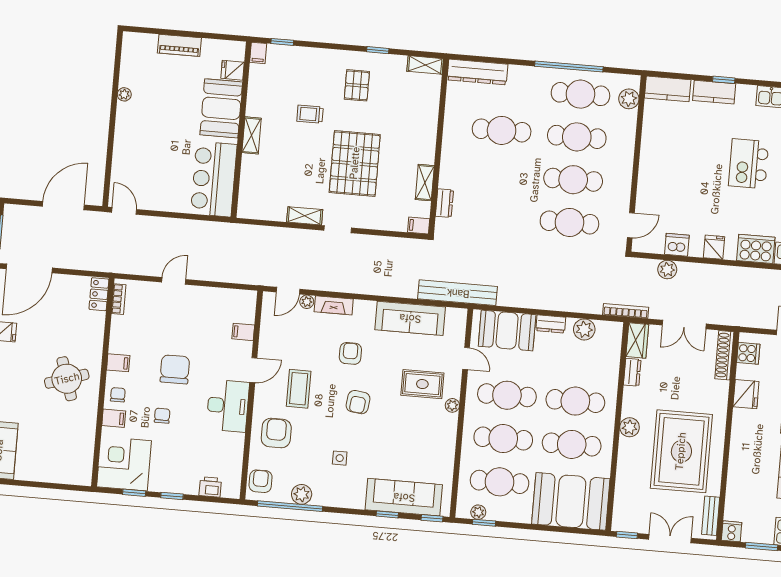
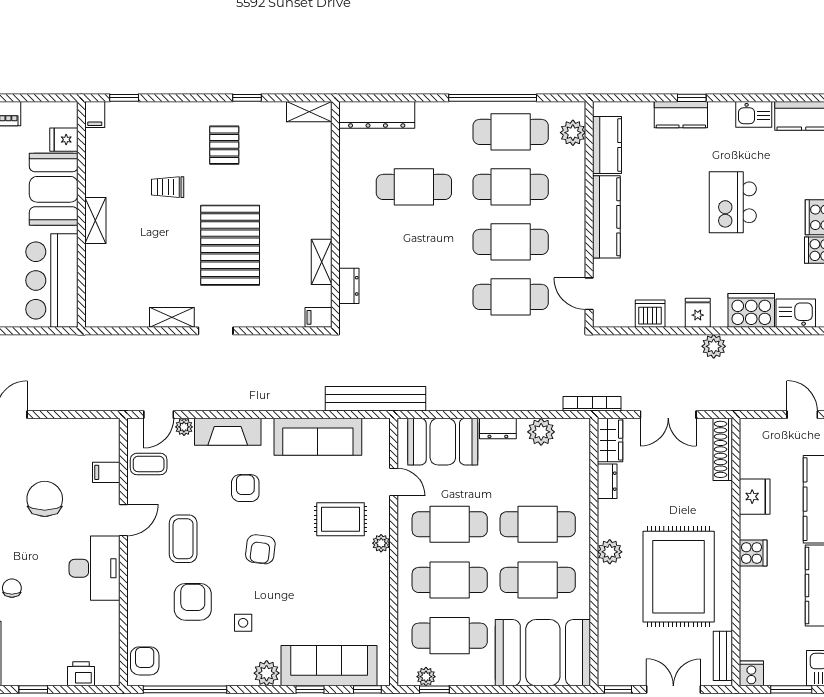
kitchen counter: (668, 89) -> (607, 145), moved, turned -90
kitchen counter: (649, 167) -> (606, 217), added
door: (631, 225) -> (589, 294), swing flipped
plant: (667, 270) -> (714, 346), moved
fireplace: (334, 305) -> (228, 432), width x1.37, depth x1.32
coffee table: (277, 328) -> (149, 464), added
cooker: (748, 353) -> (753, 553), moved
chair: (175, 369) -> (45, 499), moved
armchair: (276, 433) -> (193, 602), moved
plant: (302, 494) -> (267, 673), moved

